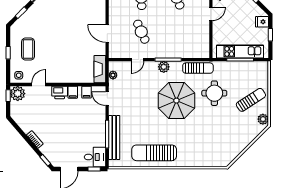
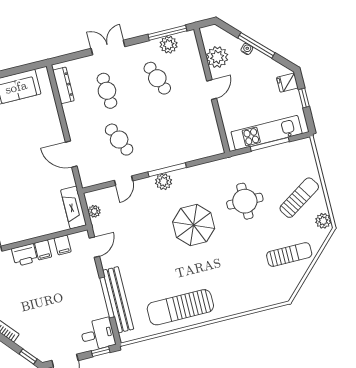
sun lounger: (198, 68) -> (289, 254), moved
door: (107, 99) -> (94, 247), swing flipped
parasol: (176, 101) -> (194, 225), width x0.73, depth x0.73

